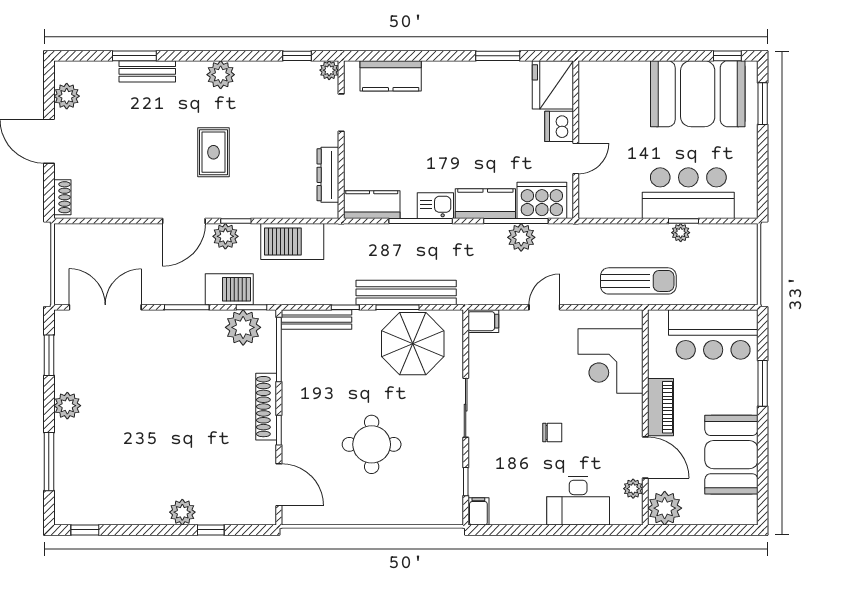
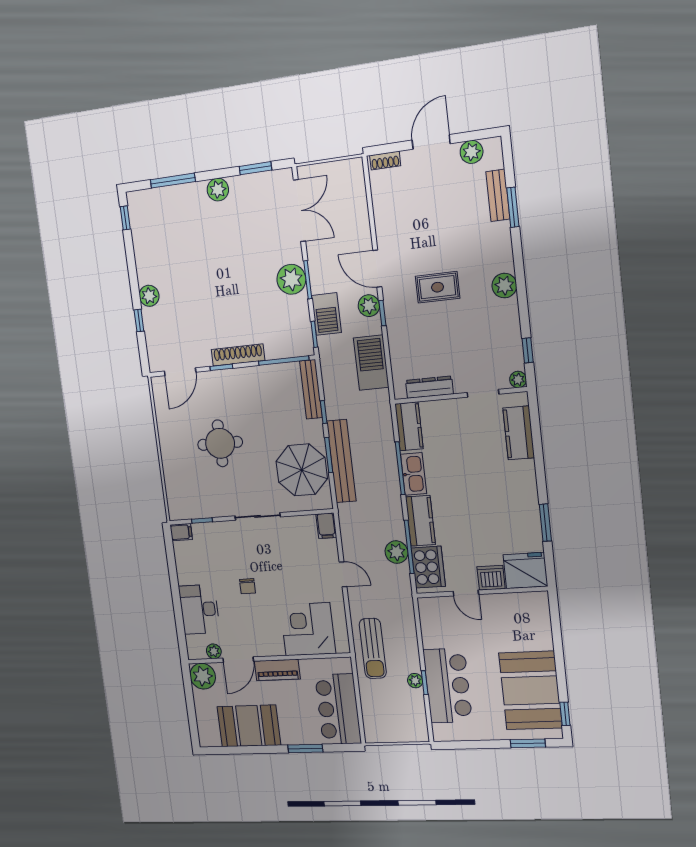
bench: (147, 71) -> (498, 195), moved
kitchen sink: (435, 206) -> (414, 474), width x1.38
plant: (243, 327) -> (291, 279), moved

